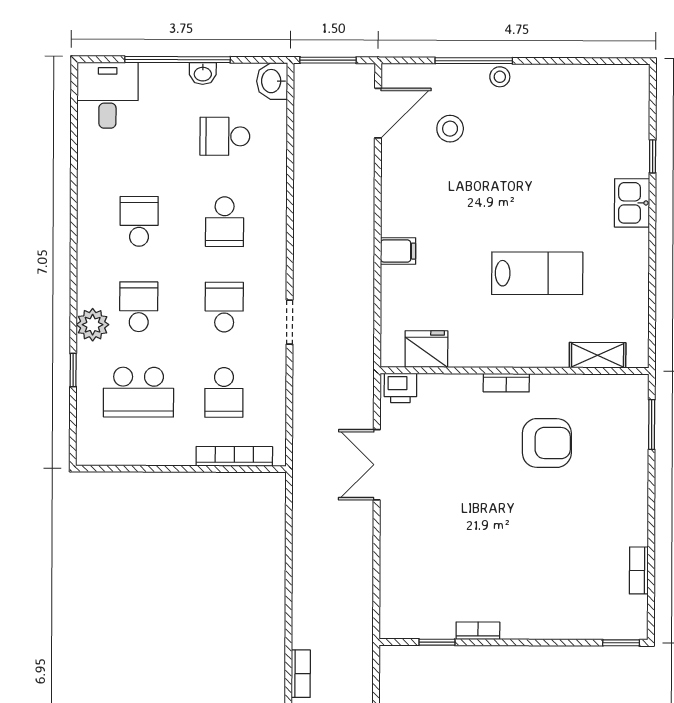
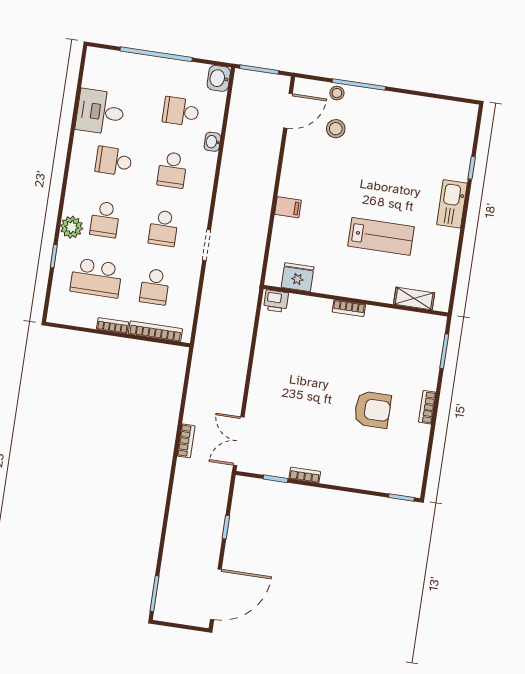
washbasin: (203, 73) -> (212, 142), moved, turned 90
stool: (500, 77) -> (337, 93), moved
desk: (108, 95) -> (100, 112), moved, turned -90
kitchen sink: (632, 203) -> (452, 204), width x1.38
school desk: (139, 221) -> (114, 161), turned -90
school desk: (139, 307) -> (105, 219), turned 180
school desk: (224, 307) -> (163, 228), turned 180
armchair: (547, 443) -> (373, 410), moved
bookcase: (172, 457) -> (113, 326), added
double door: (377, 465) -> (239, 441), moved
bookcase: (639, 570) -> (427, 407), moved
bookcase: (301, 674) -> (186, 441), moved

